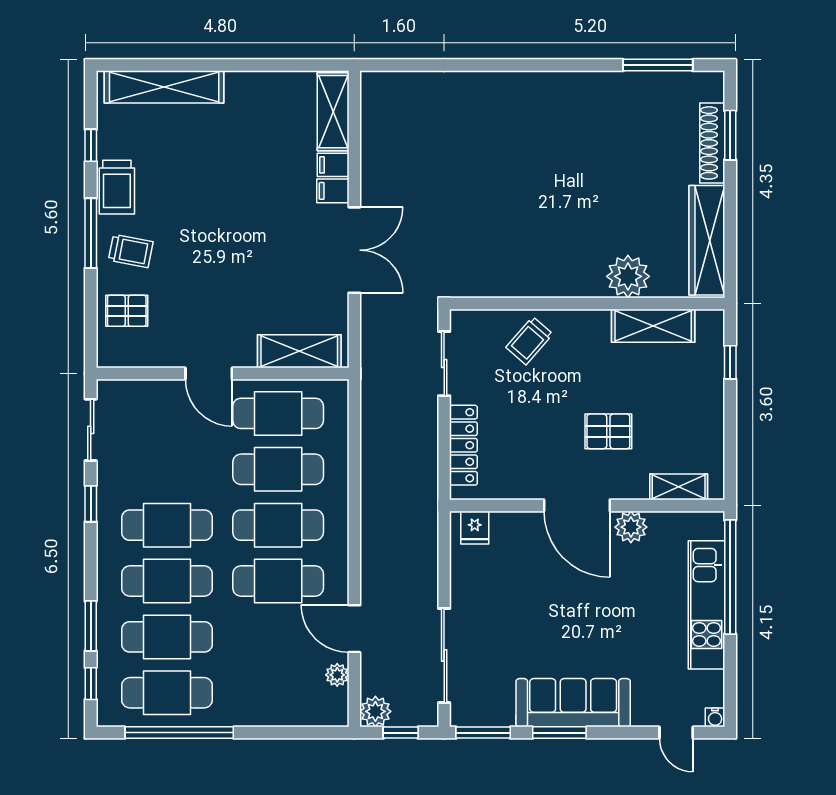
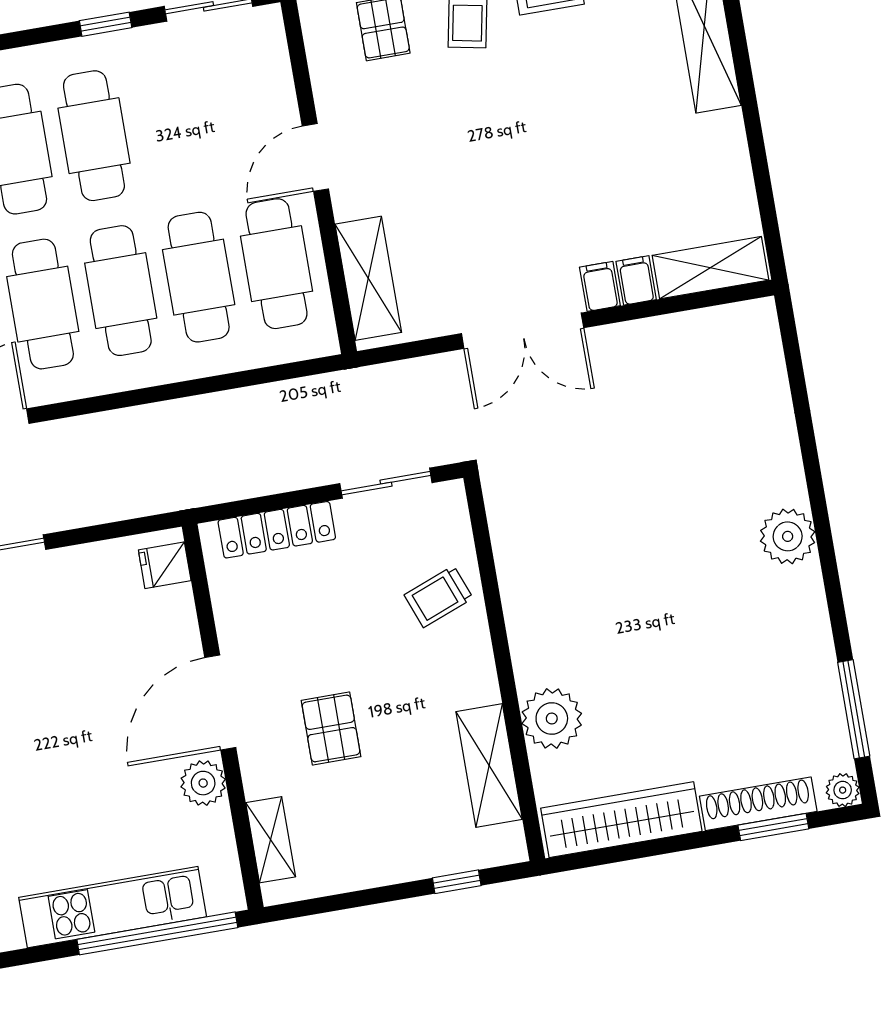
plant: (713, 82) -> (843, 790), added
plant: (530, 90) -> (788, 536), added
trolley: (529, 341) -> (439, 597), turned -62

